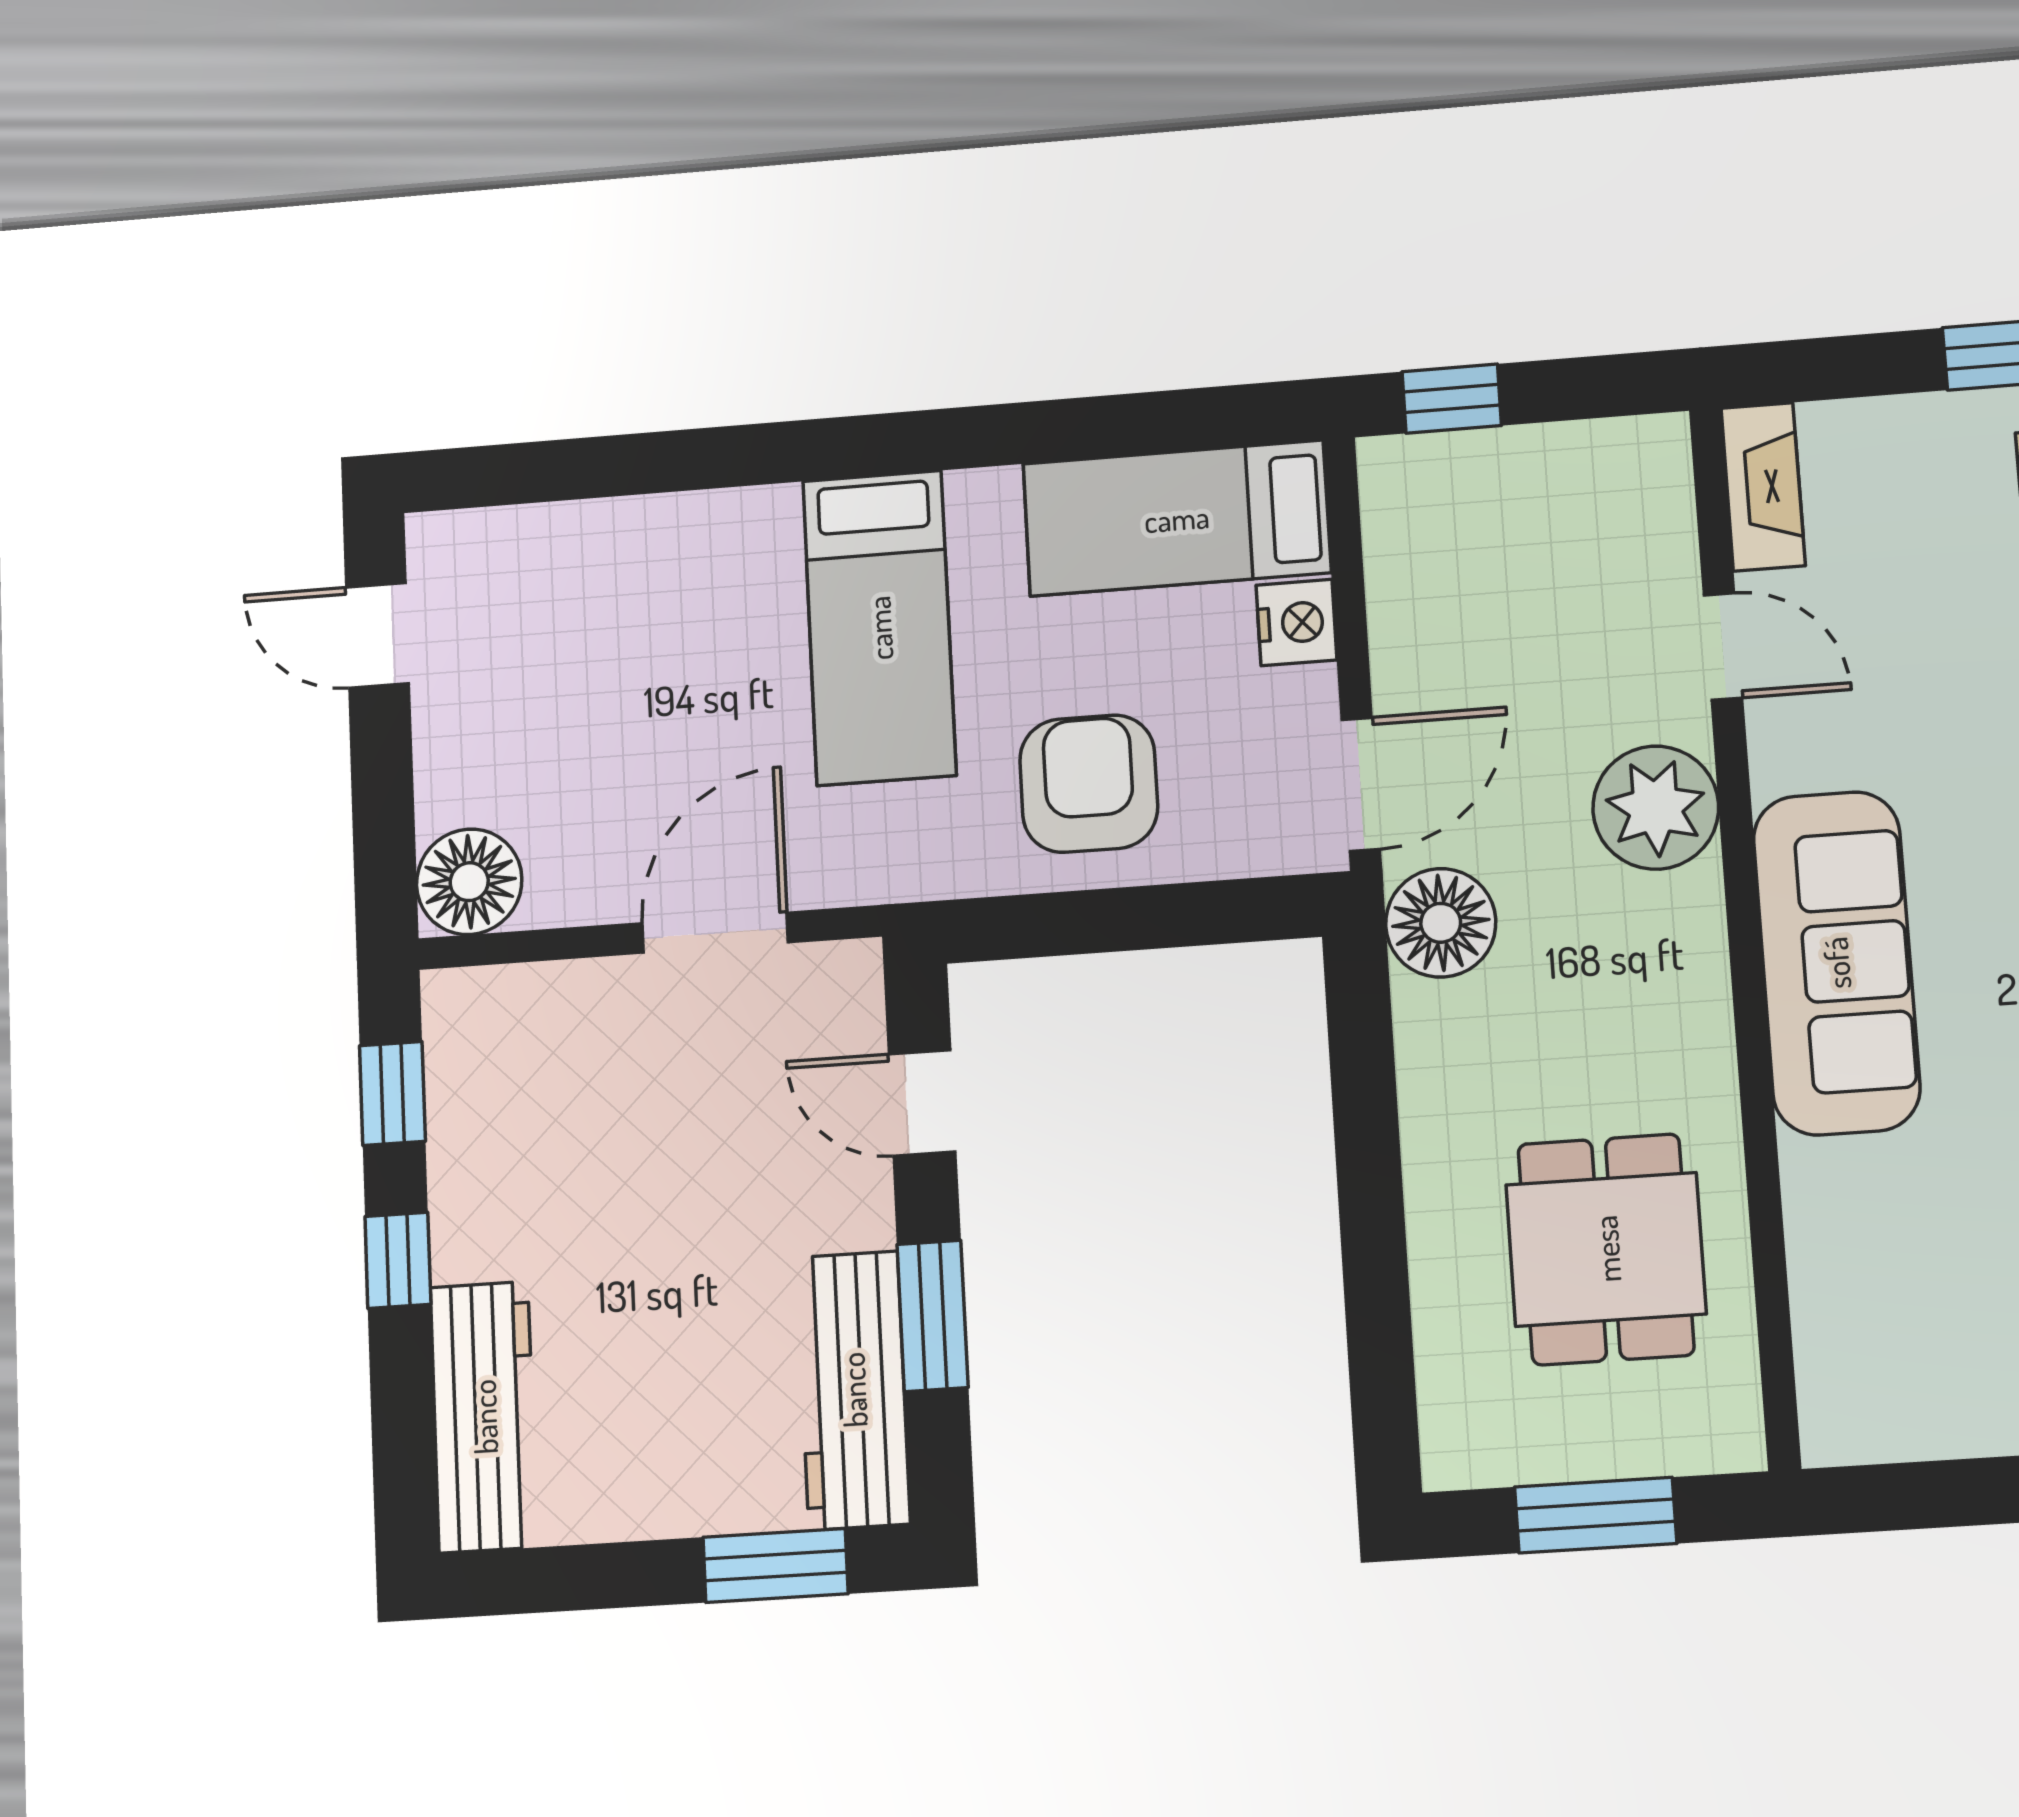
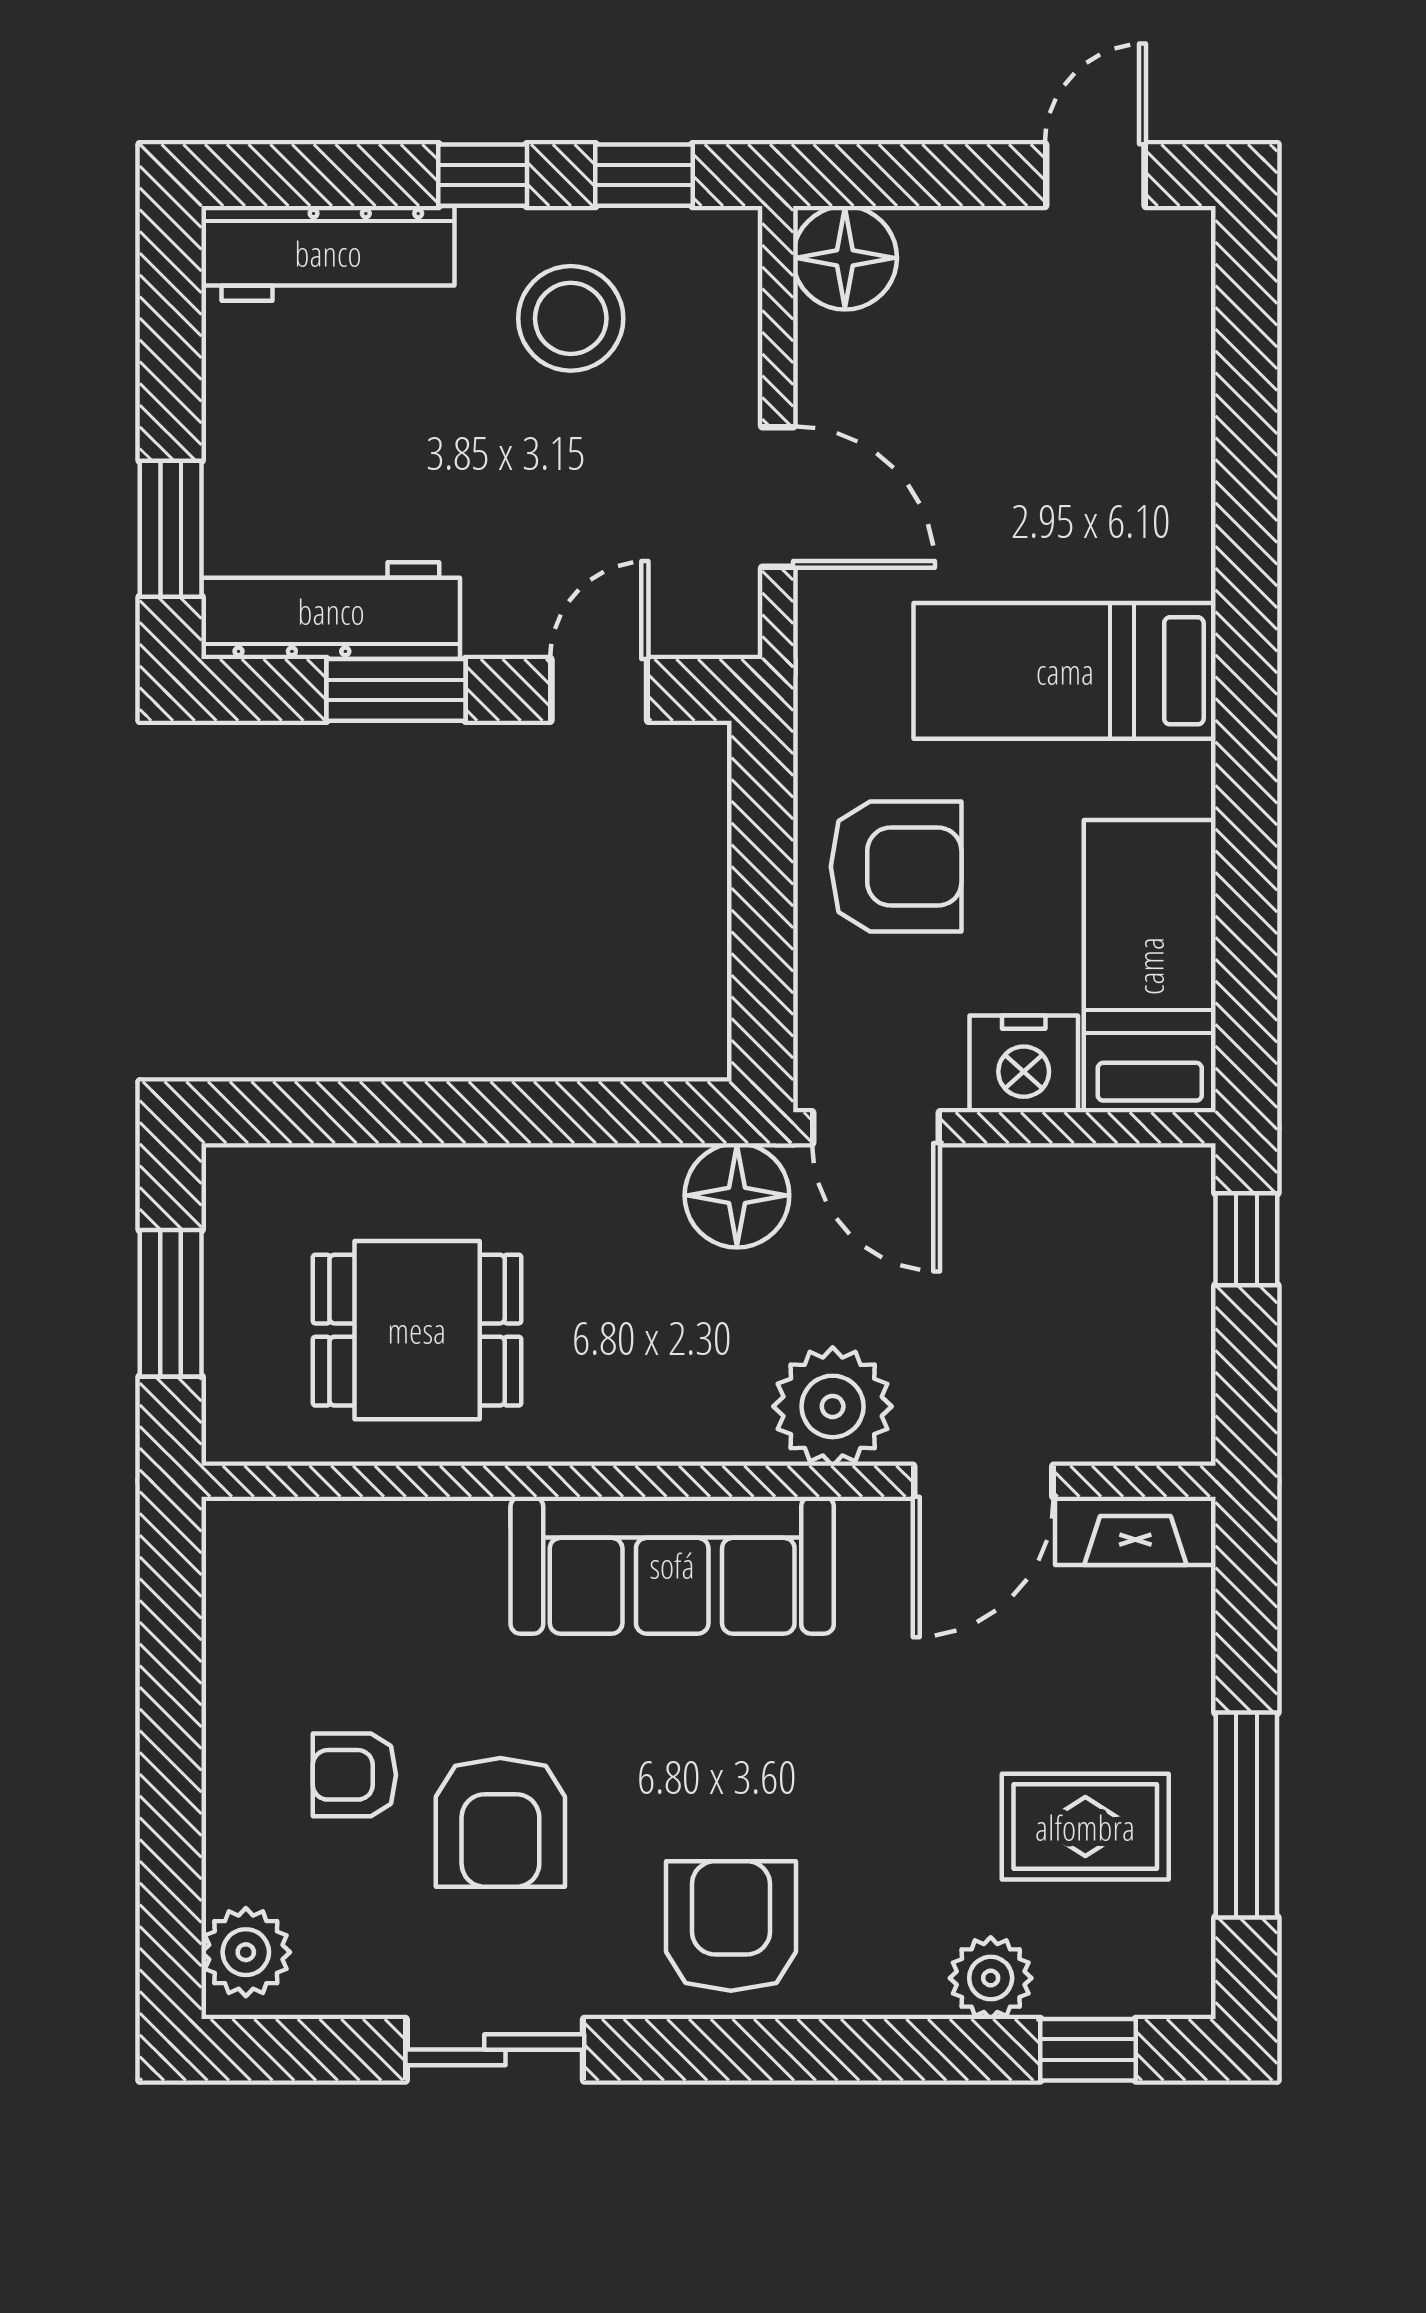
nightstand: (1296, 623) -> (1024, 1064), width x1.36, depth x1.33
door: (1723, 646) -> (983, 1481), width x1.38
stool: (541, 1159) -> (571, 318), added

